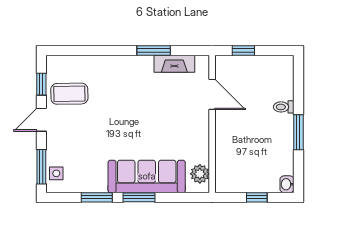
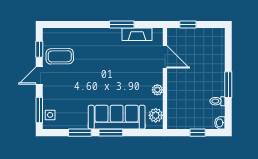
toilet: (284, 107) -> (217, 101), moved
plant: (202, 139) -> (157, 90), added

